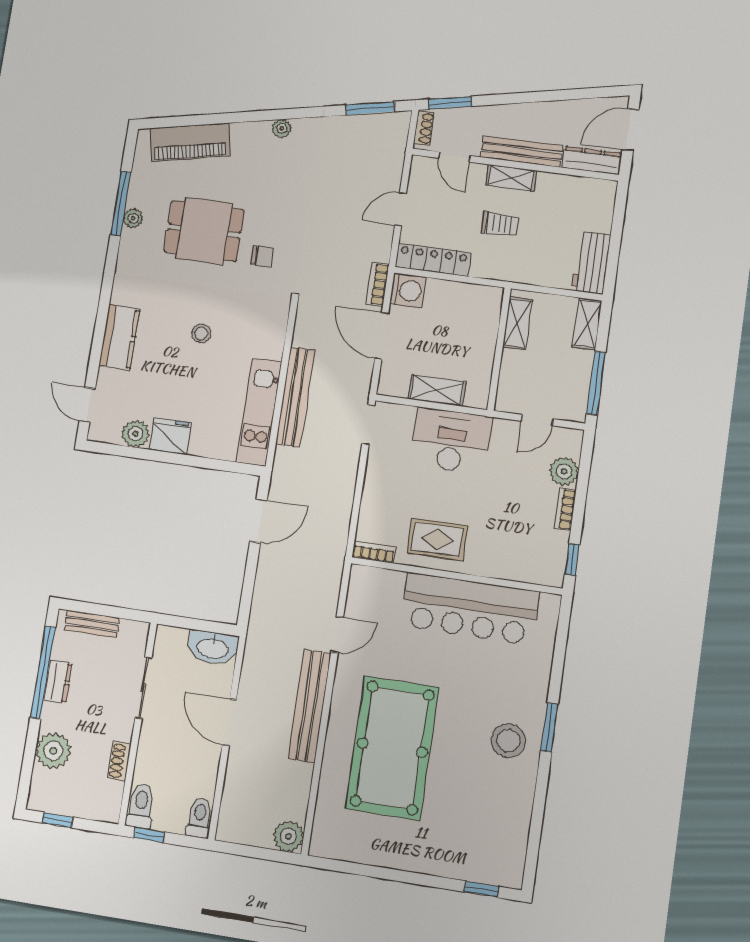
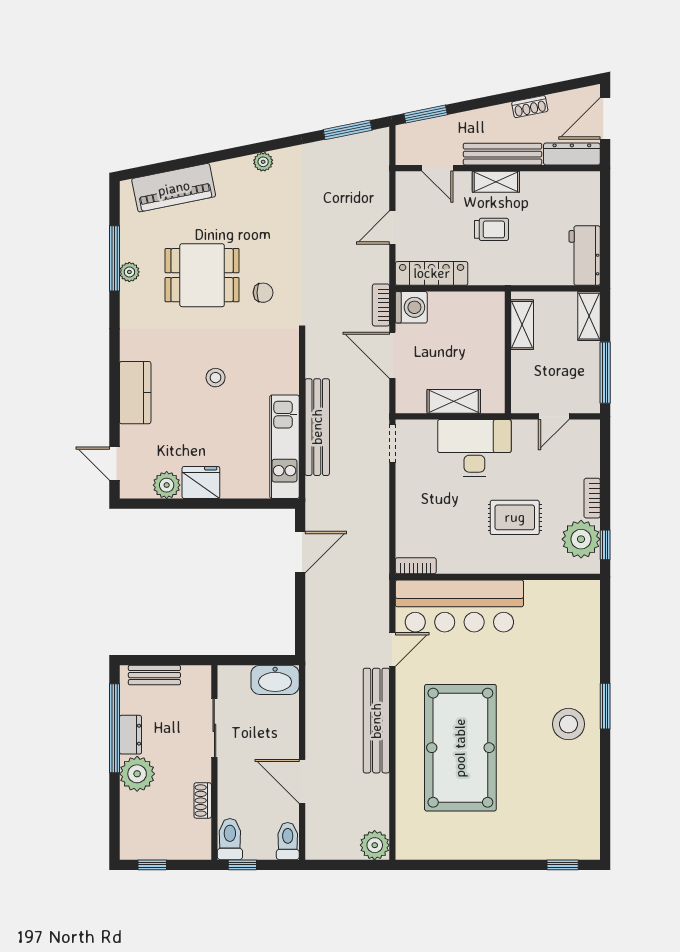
shoe rack: (424, 128) -> (530, 107), moved, turned 79
plant: (564, 471) -> (581, 539), moved, width x1.36, depth x1.36
rug: (437, 539) -> (515, 517), moved
bar counter: (470, 609) -> (459, 606), moved
door: (229, 722) -> (302, 781), moved
plant: (53, 751) -> (137, 774), moved

